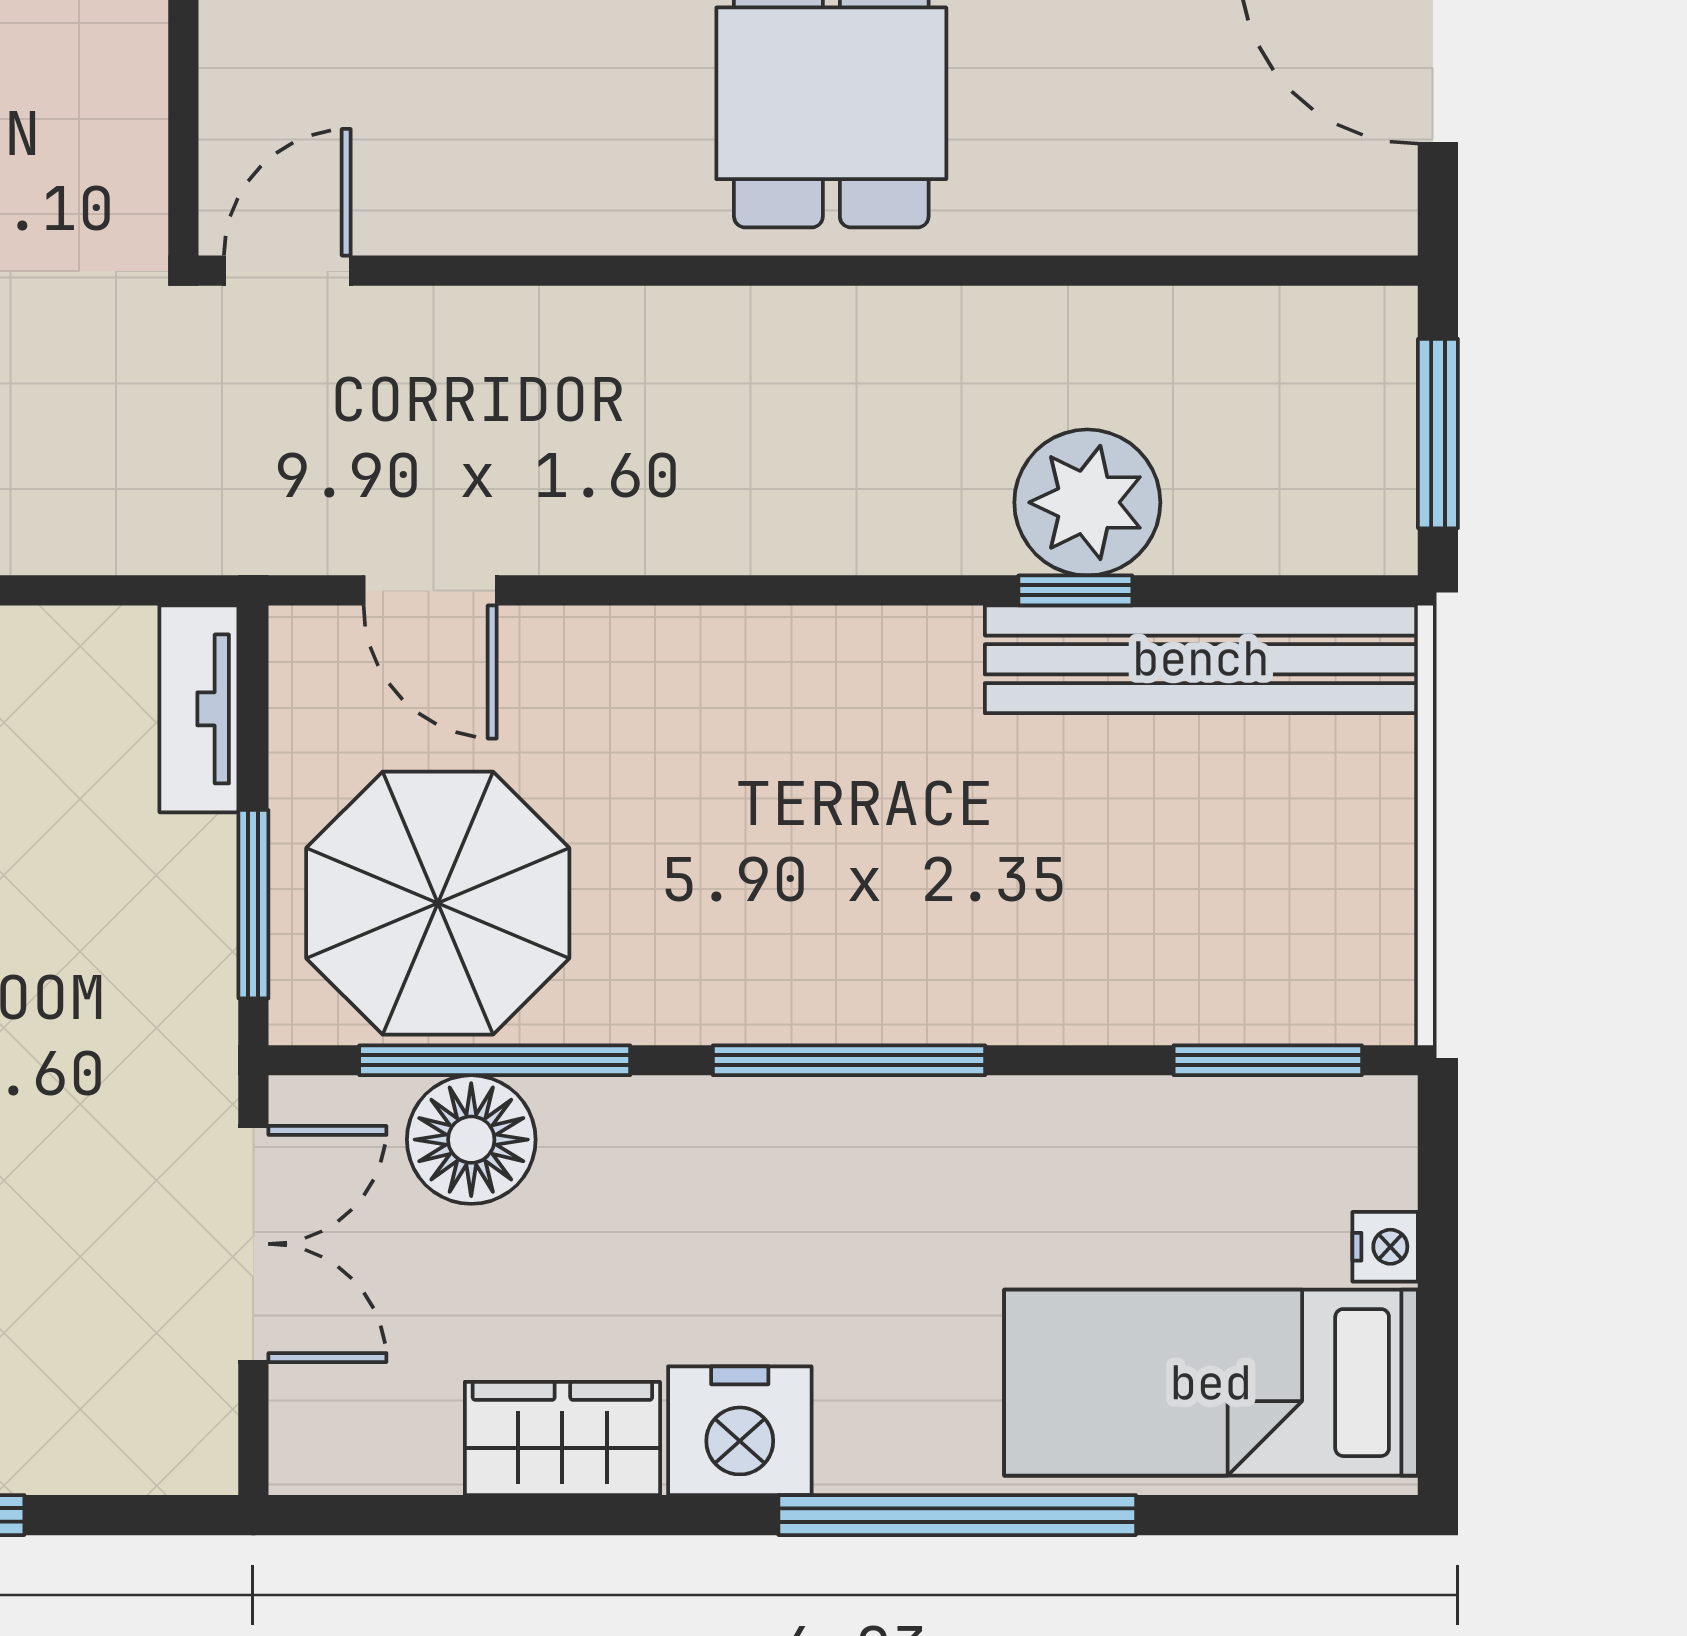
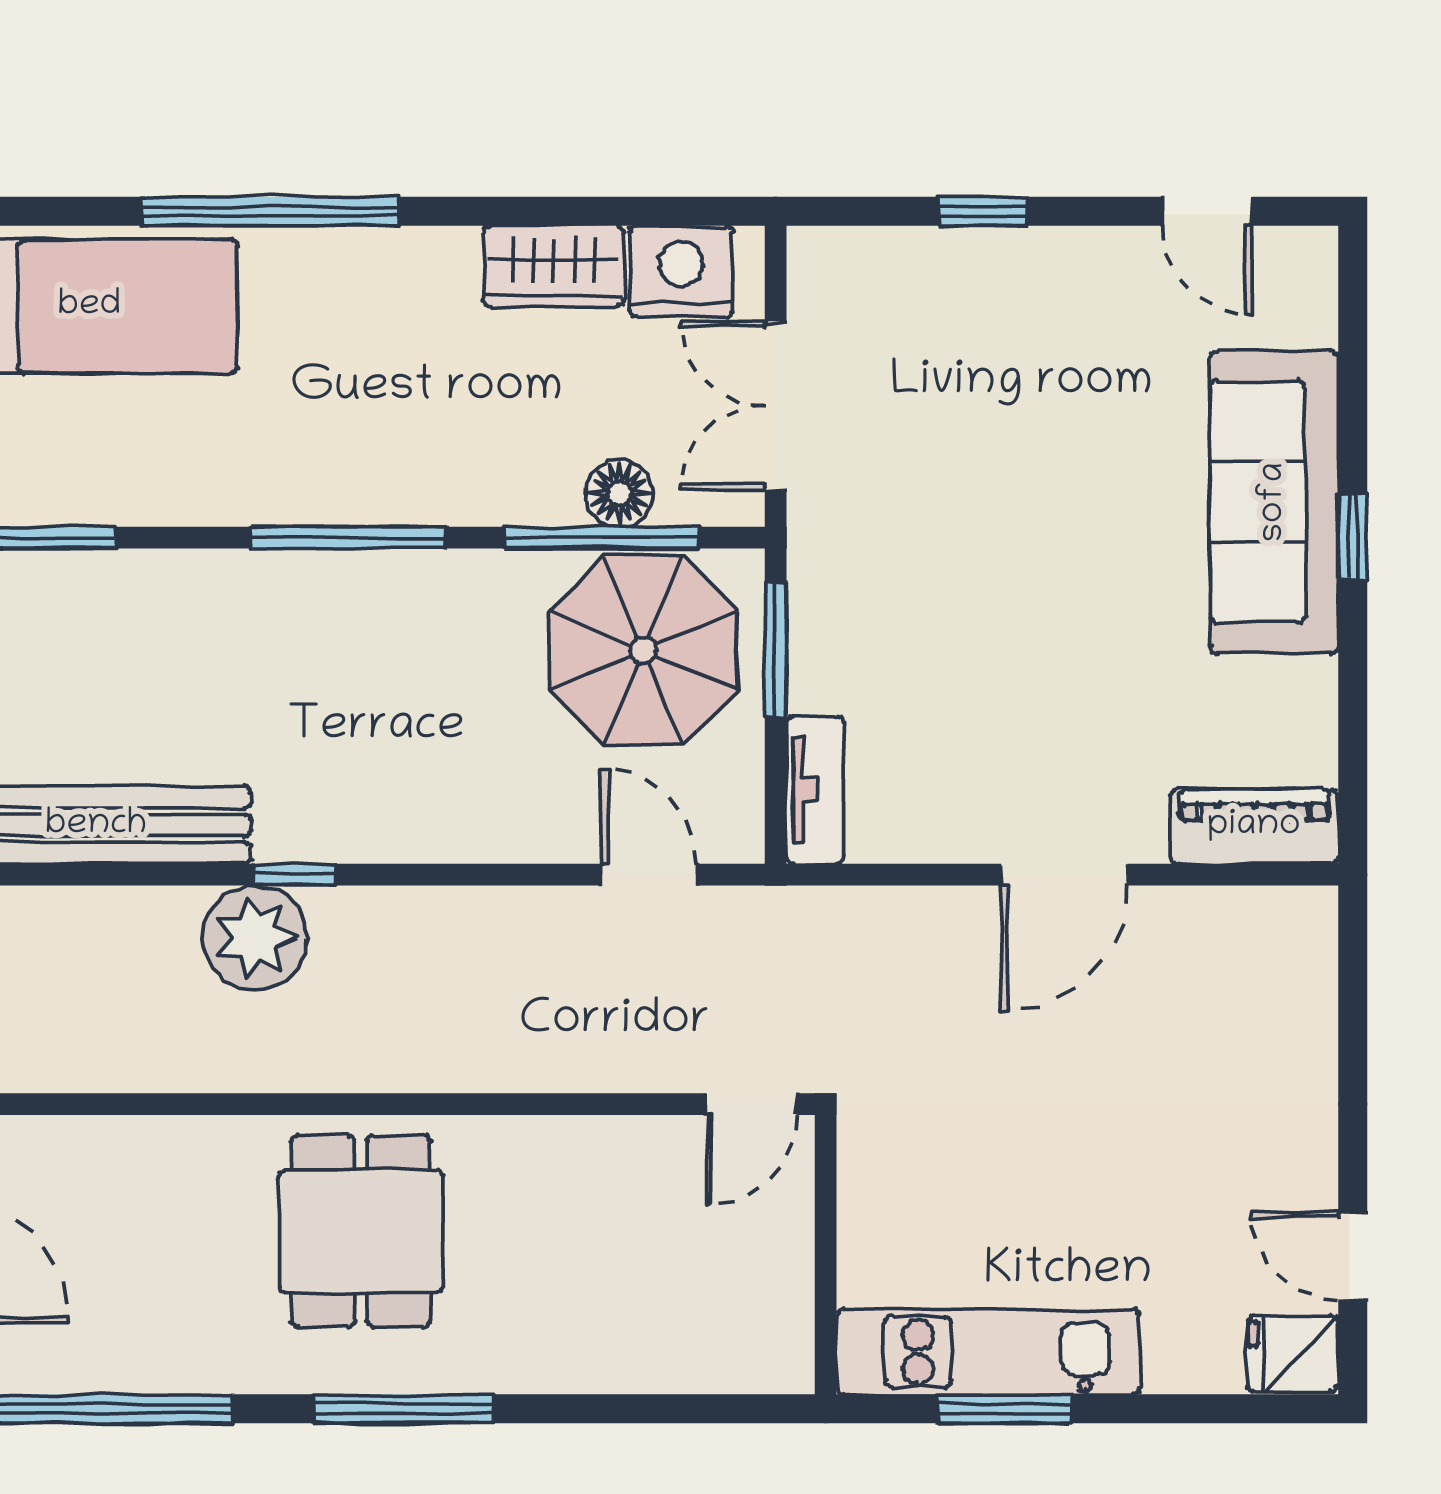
plant: (1087, 502) -> (255, 938), moved
window: (1075, 590) -> (295, 875), moved
floor lamp: (471, 1140) -> (619, 493), width x0.73, depth x0.73
nightstand: (740, 1431) -> (681, 272), moved

